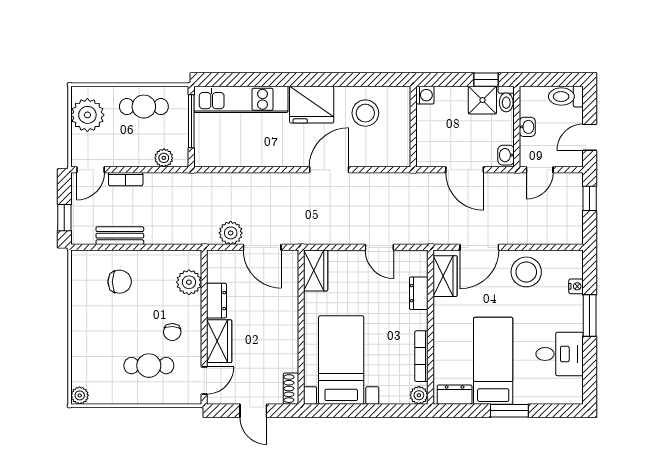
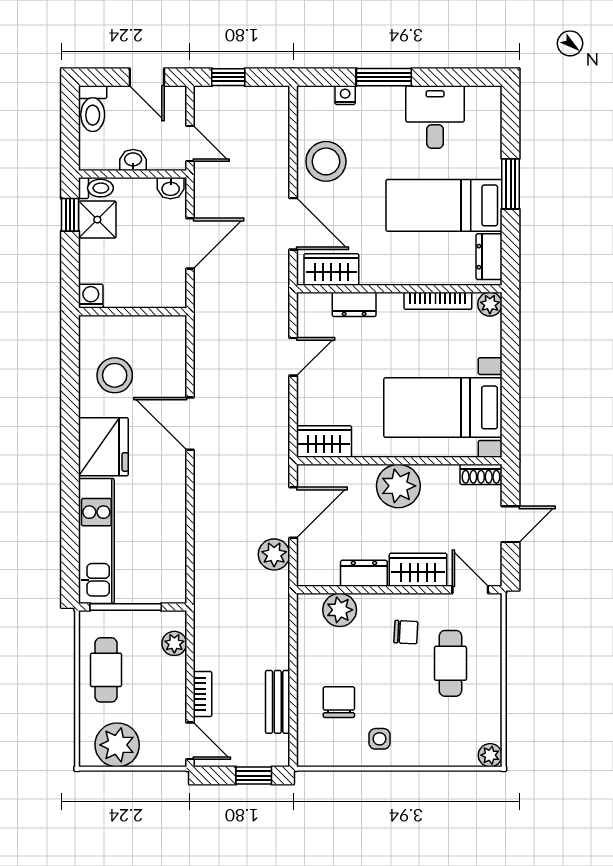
side table: (92, 312) -> (380, 739), added
plant: (282, 326) -> (398, 486), added

